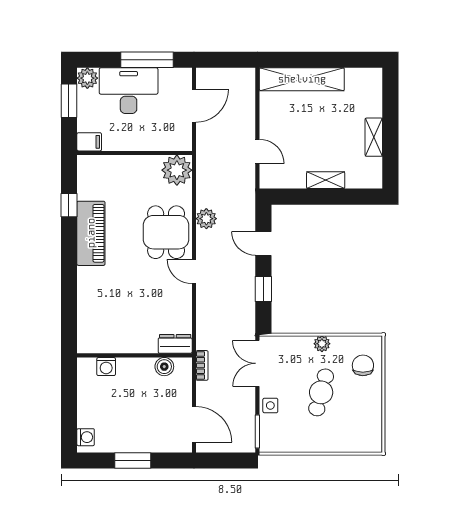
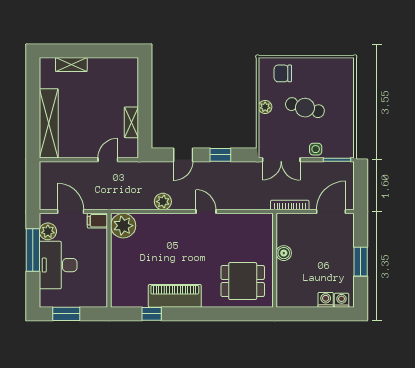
plant: (87, 78) -> (48, 231), moved
shelving: (374, 137) -> (71, 64), moved
filing cabinet: (89, 142) -> (97, 221), moved, turned -90
shelving: (326, 180) -> (131, 122), moved
dining table: (166, 232) -> (243, 281), moved
door: (194, 271) -> (206, 212), swing flipped
dresser: (175, 344) -> (265, 227), removed
bookcase: (202, 365) -> (290, 205), width x1.56
washing machine: (106, 367) -> (326, 300), moved, turned -90
boiler: (164, 367) -> (284, 253), moved

